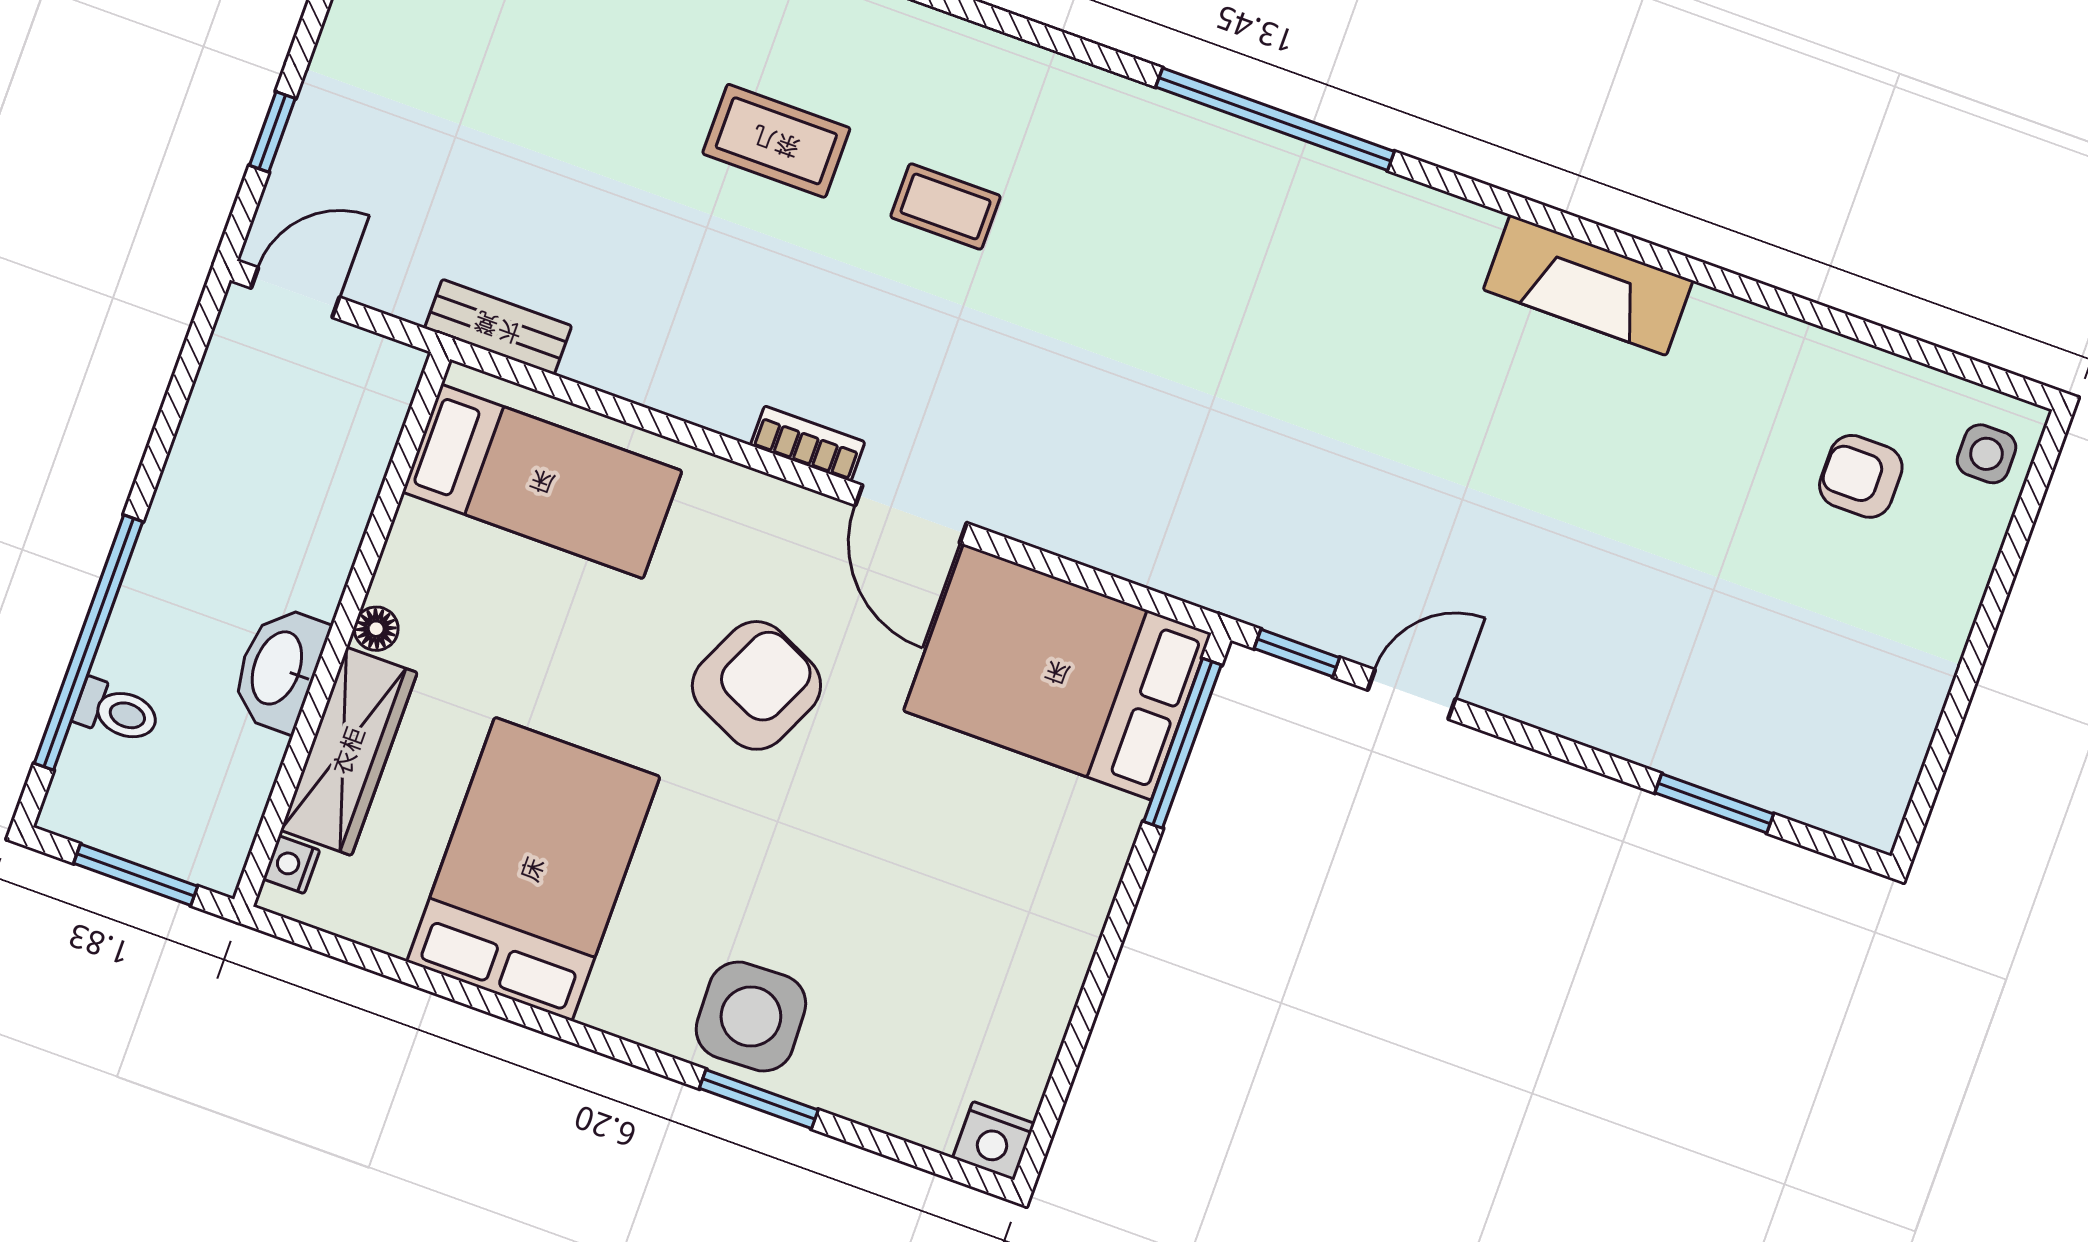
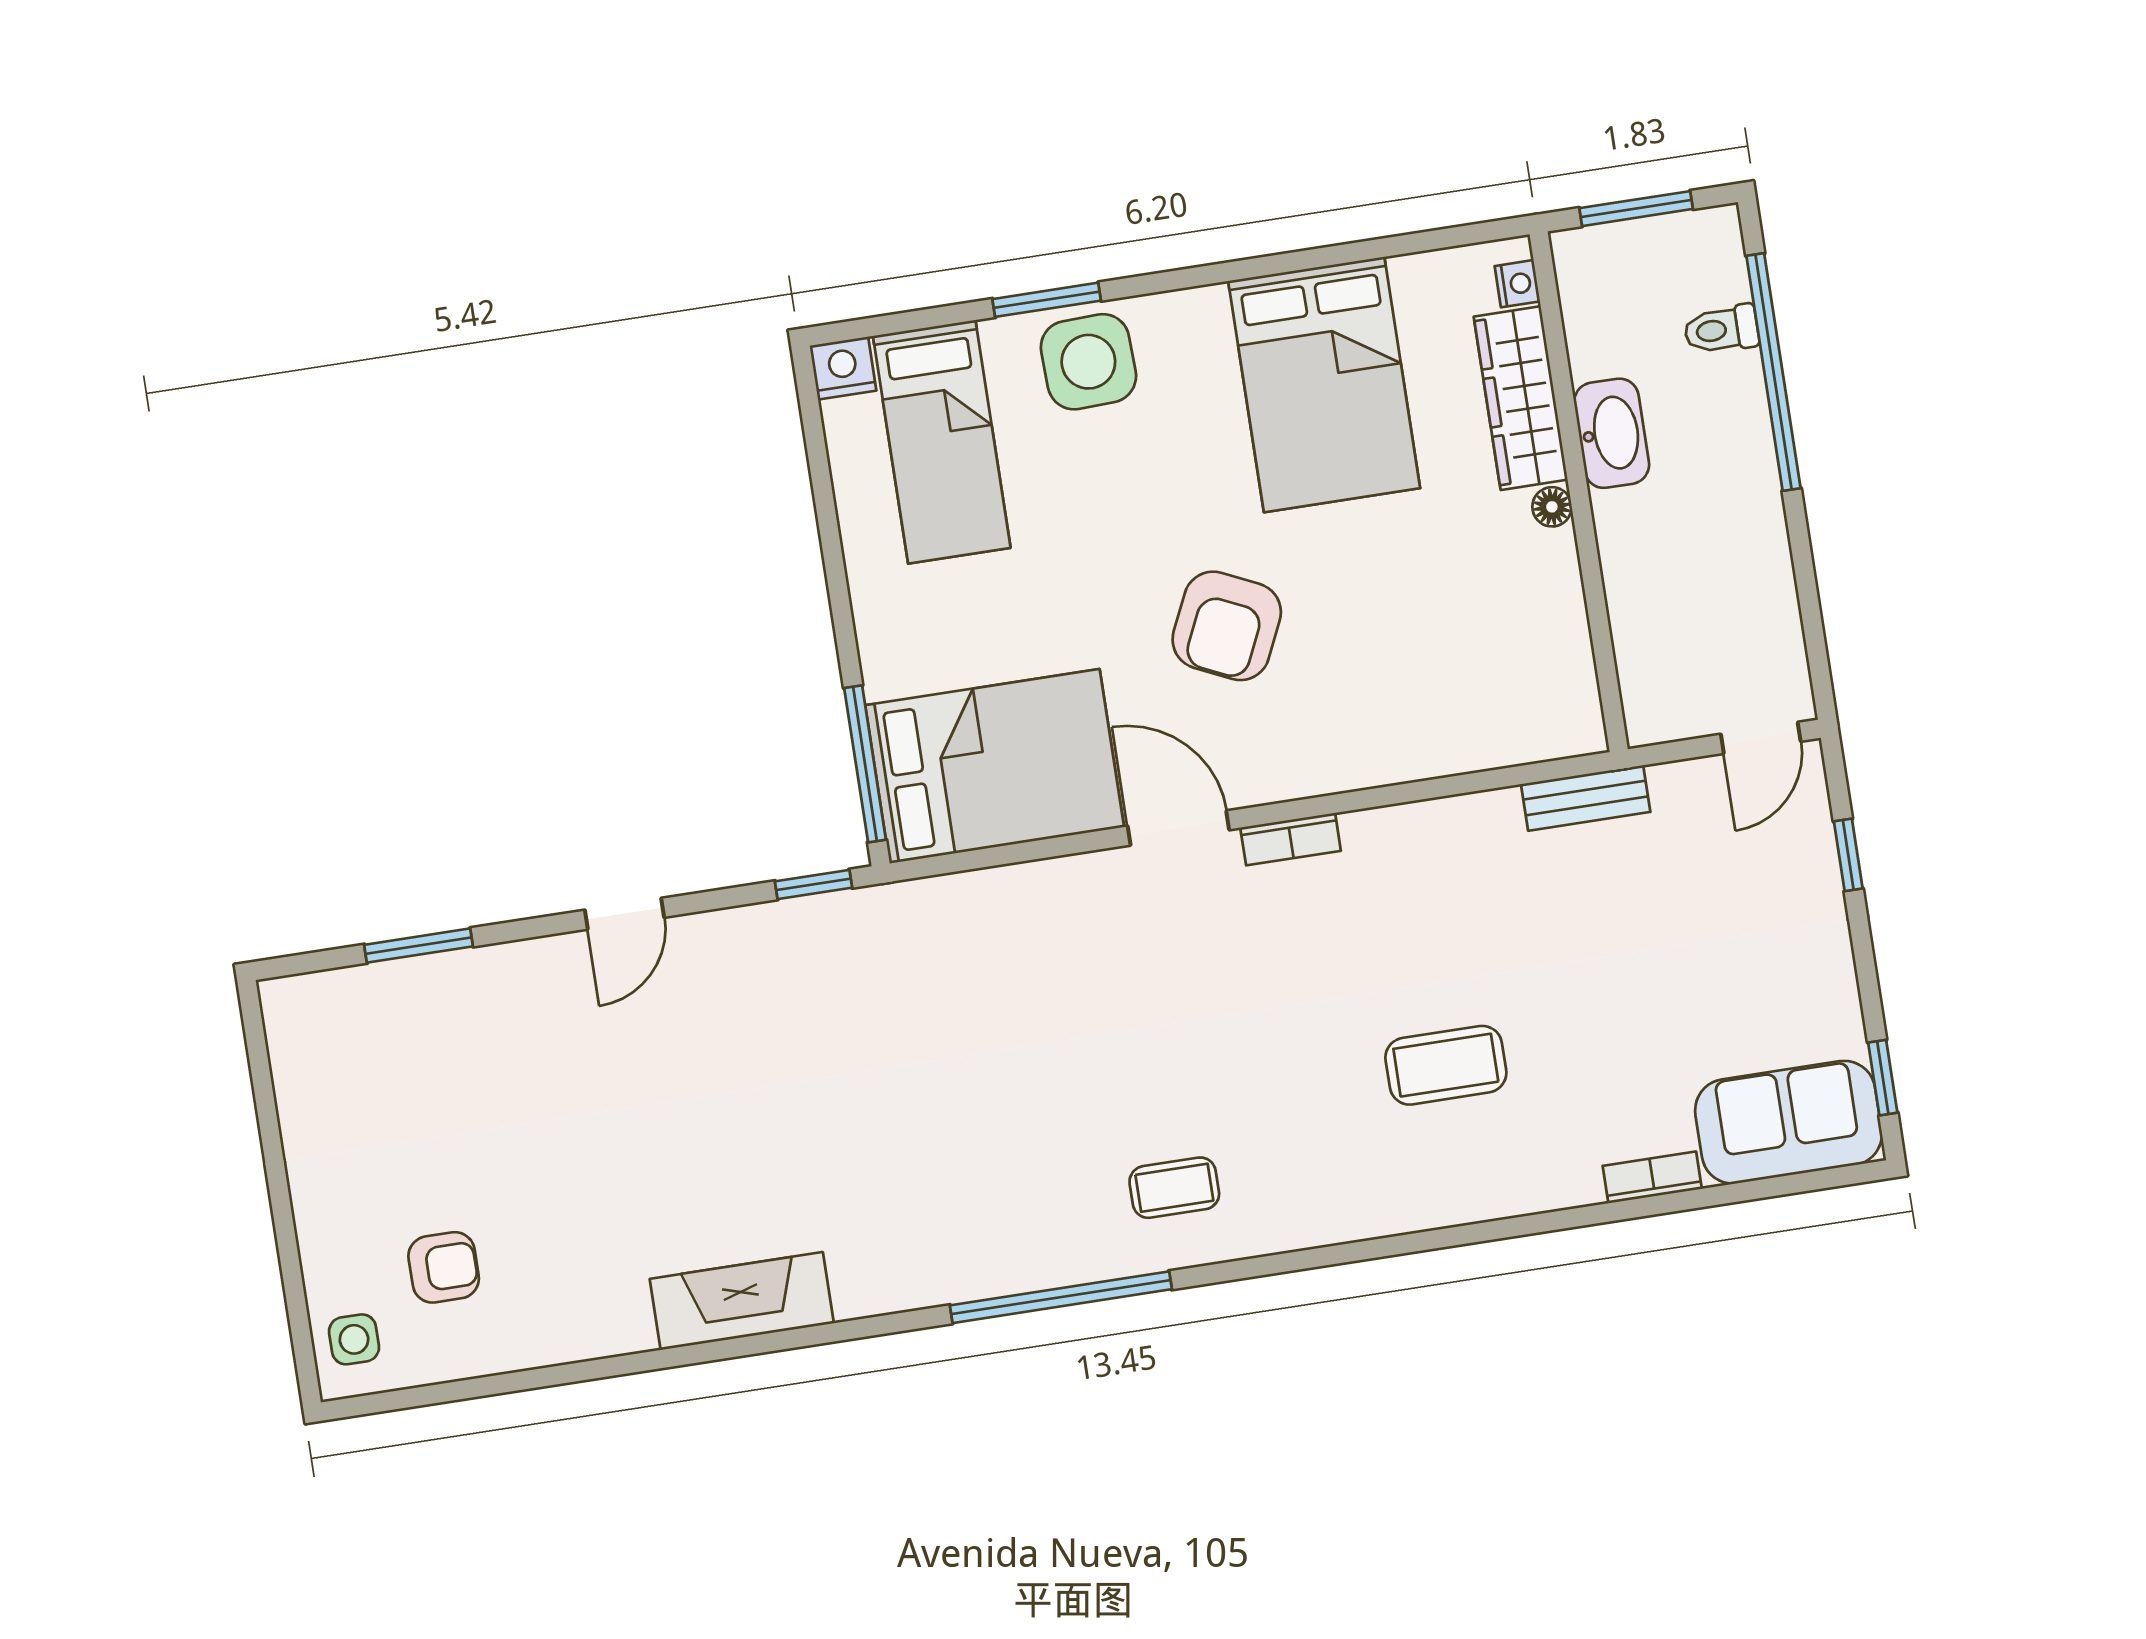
coffee table: (946, 206) -> (1174, 1188), moved
bed: (542, 481) -> (942, 442), moved, turned -90
door: (1412, 694) -> (625, 914), moved

